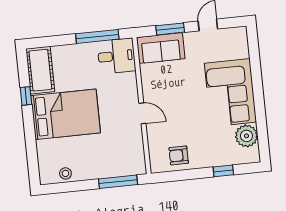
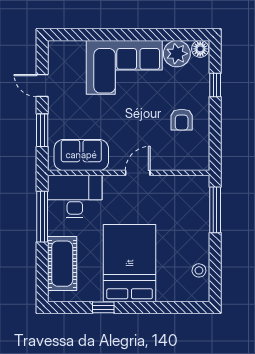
sofa: (161, 48) -> (81, 155), moved, turned -90
desk: (116, 56) -> (75, 196), width x1.37
cot: (40, 70) -> (62, 264), moved, turned 90
armchair: (179, 155) -> (182, 120), moved
floor lamp: (253, 155) -> (200, 49), added

